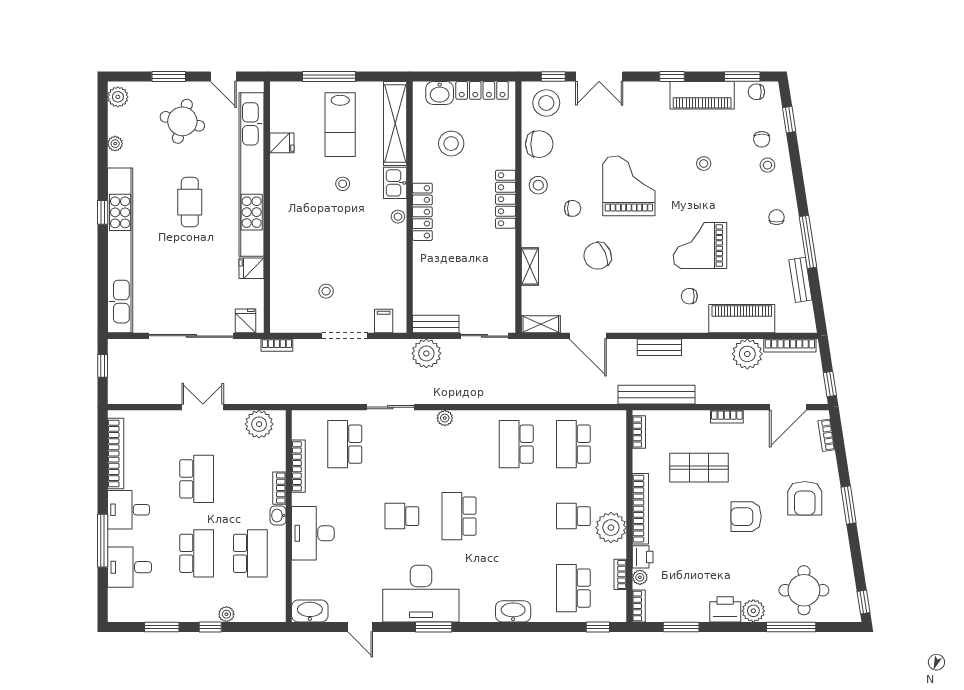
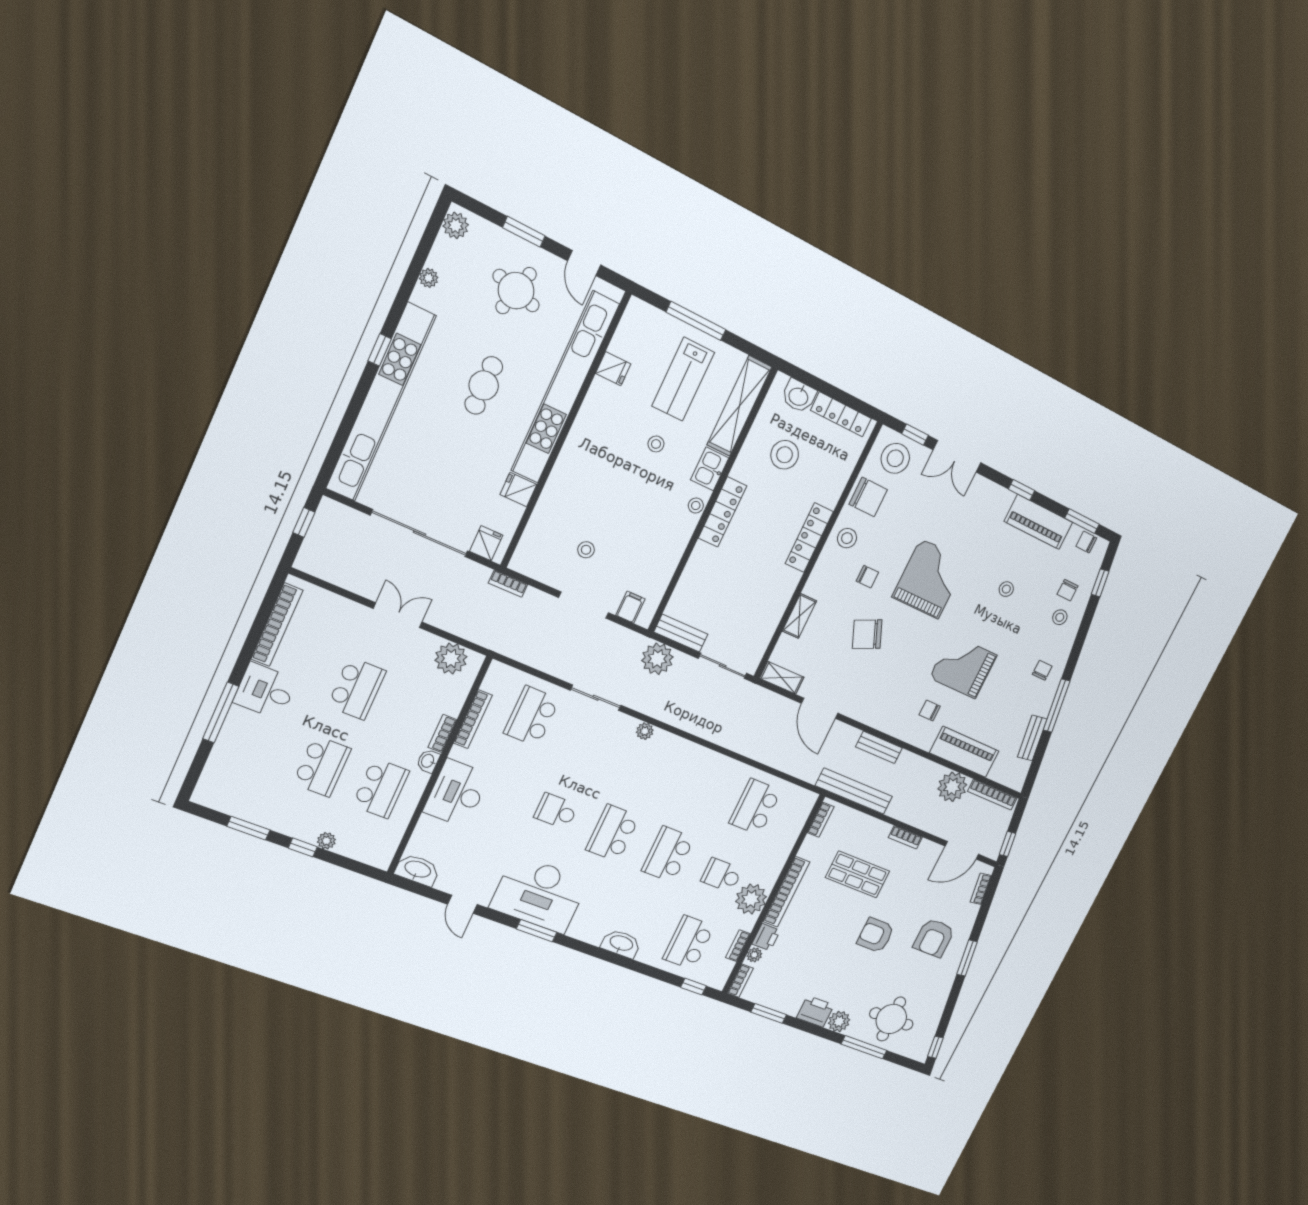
school desk: (516, 444) -> (668, 854), moved
desk: (129, 567) -> (239, 752), removed

